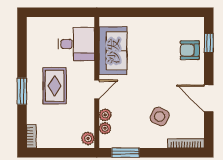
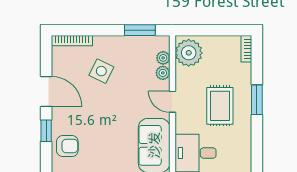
window: (209, 43) -> (46, 131), moved
door: (97, 89) -> (172, 102), hinge flipped
plant: (88, 138) -> (189, 53), width x1.87, depth x1.87

